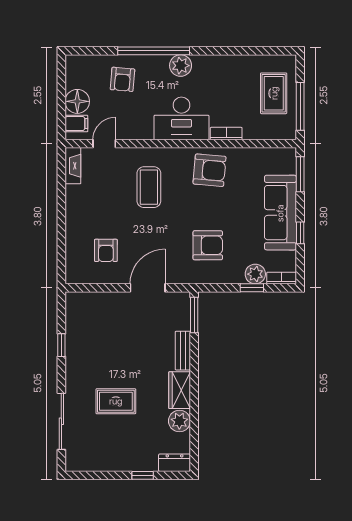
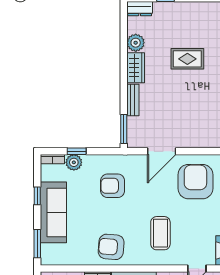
armchair: (106, 250) -> (195, 182), width x1.88, depth x1.88

